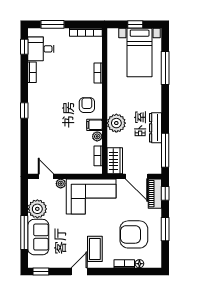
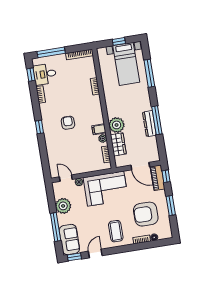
window: (53, 24) -> (51, 52), width x1.44
armchair: (87, 105) -> (68, 123), moved
window: (165, 150) -> (157, 120), moved
wardrobe: (115, 161) -> (118, 144), moved
sofa: (38, 237) -> (69, 239), moved
door: (79, 272) -> (95, 253), moved

